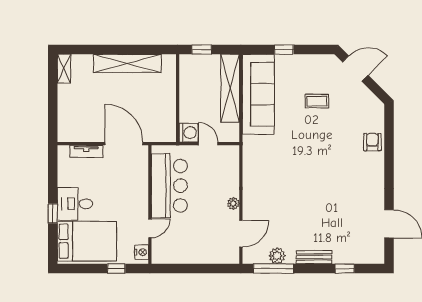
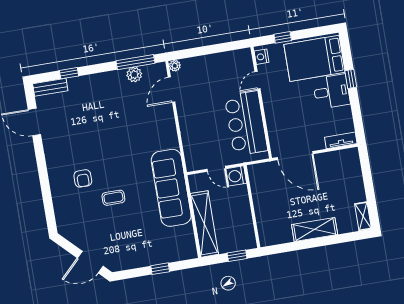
shelving: (127, 63) -> (315, 229), width x0.68
sofa: (258, 94) -> (171, 188), moved
coffee table: (317, 101) -> (113, 198), moved
armchair: (372, 142) -> (83, 178), moved
tv unit: (86, 151) -> (341, 140), moved
plant: (233, 203) -> (175, 66), moved
bench: (314, 257) -> (50, 87), moved

